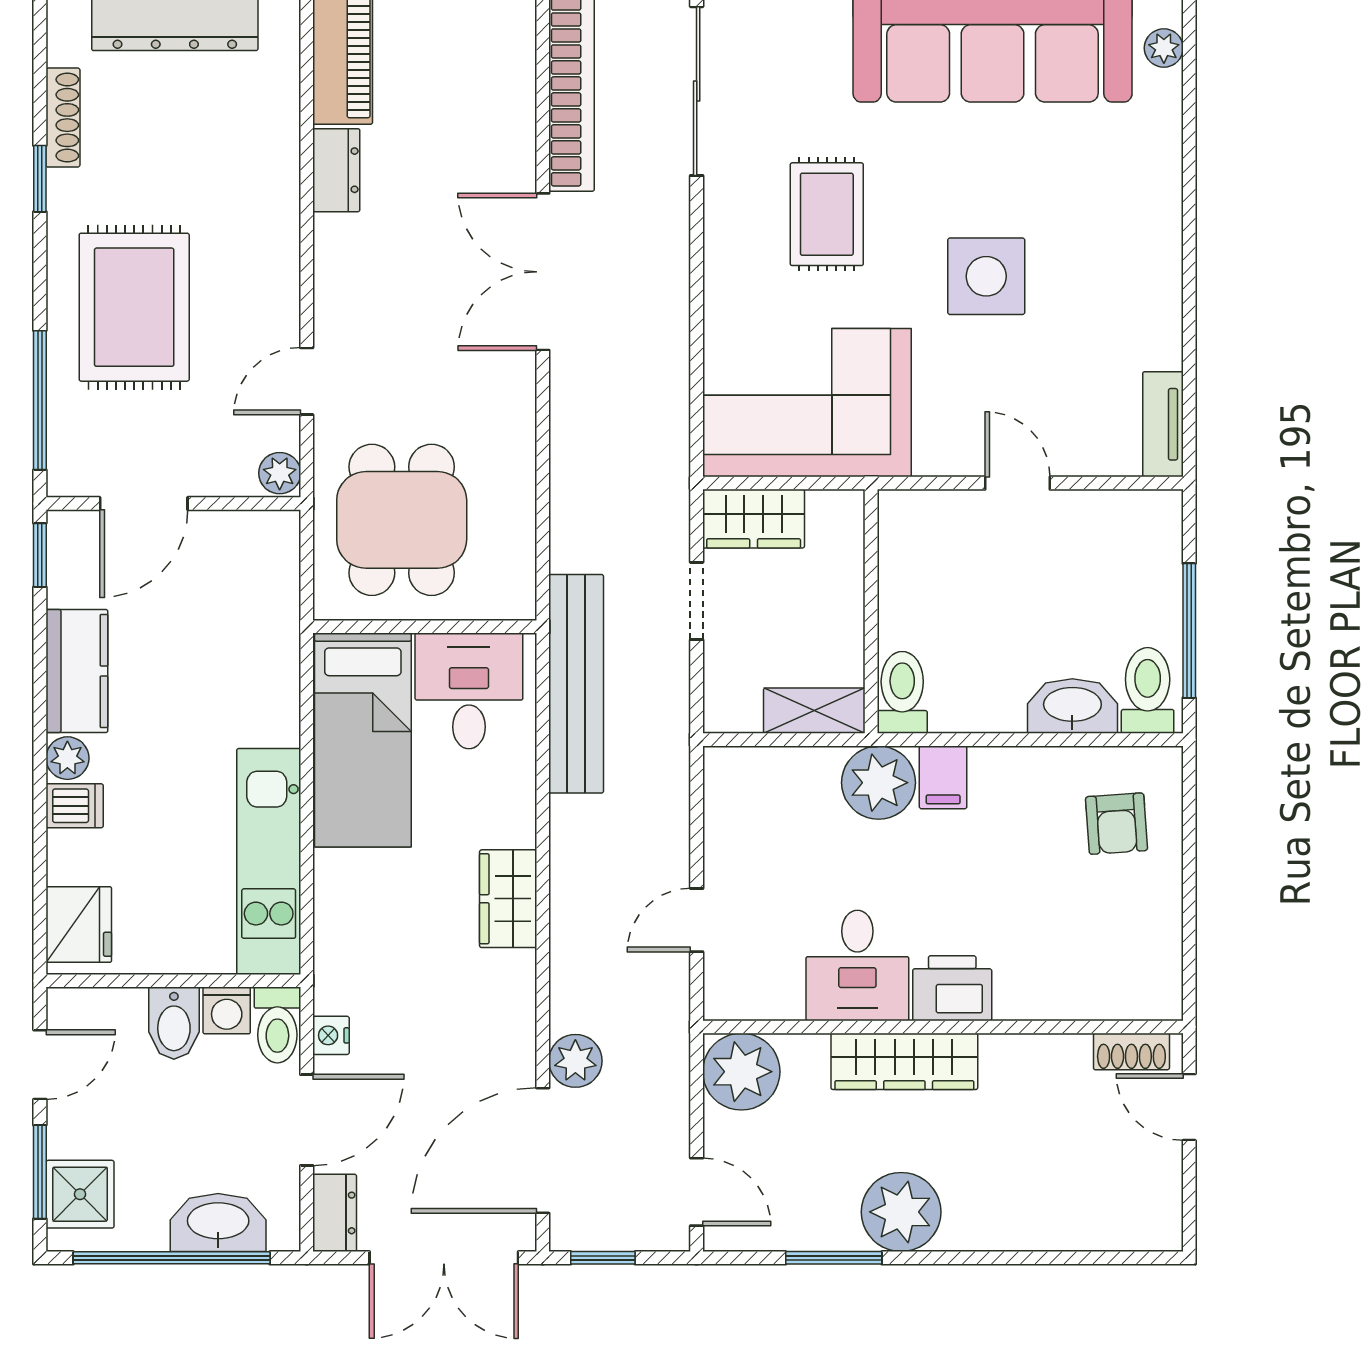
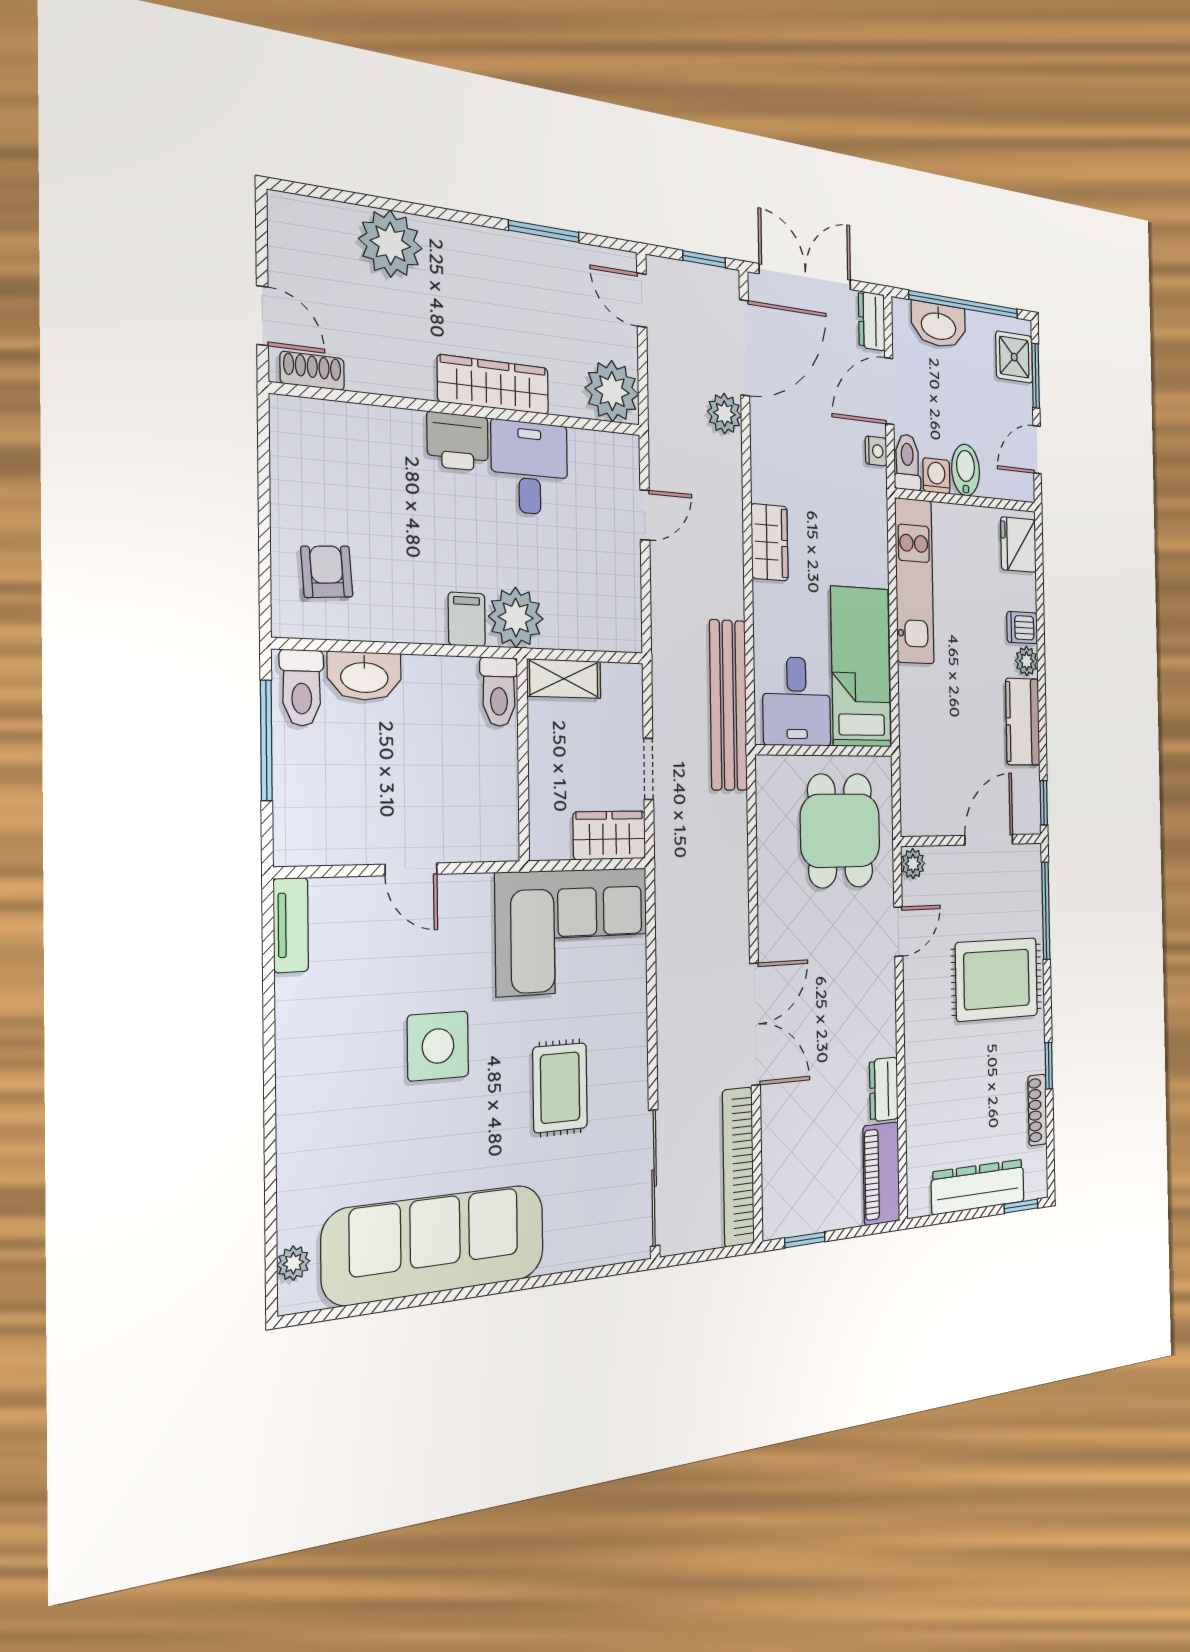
rug: (134, 307) -> (997, 979), turned 90
plant: (901, 1212) -> (390, 244), moved

